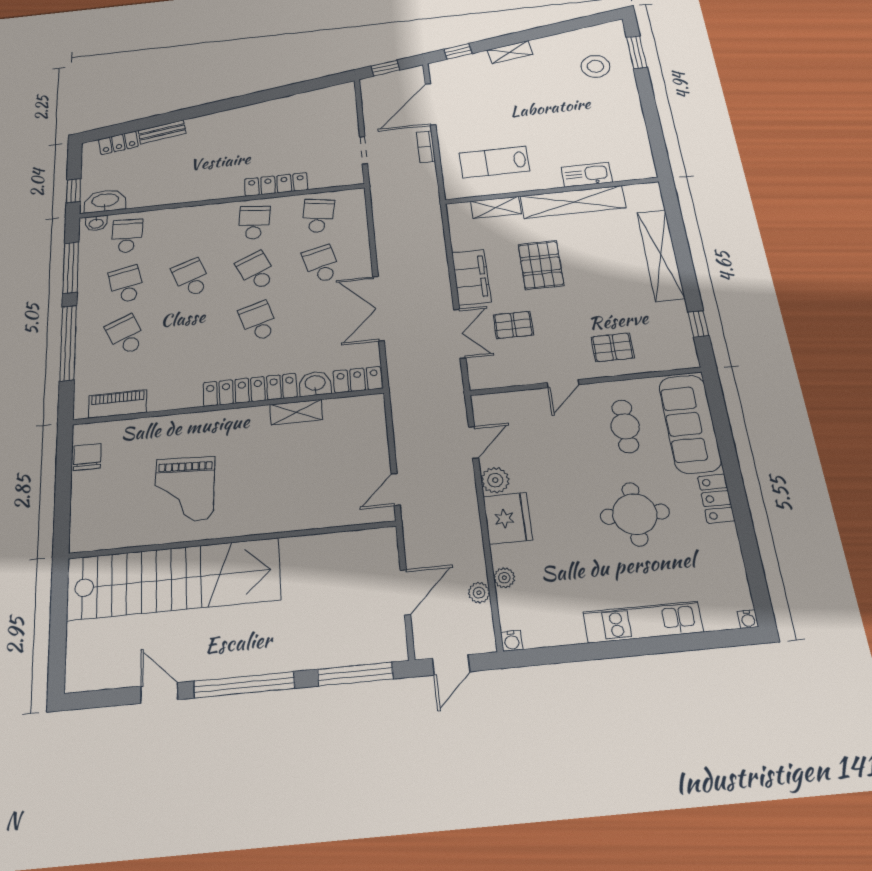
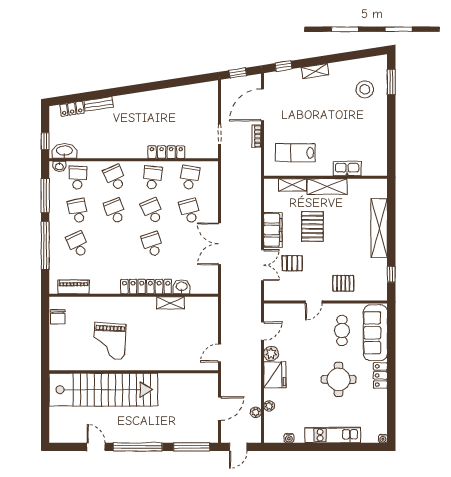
shelving: (573, 202) -> (327, 187), width x0.68
school desk: (190, 229) -> (115, 178), added
locker: (358, 380) -> (205, 287), removed
chair: (87, 457) -> (58, 317), turned 180
water cooler: (512, 641) -> (289, 438), moved

